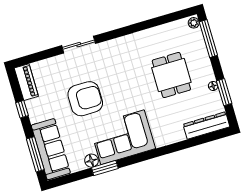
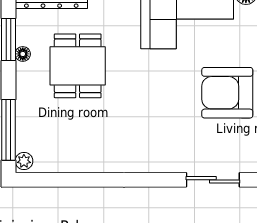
dining table: (171, 75) -> (78, 66), moved

